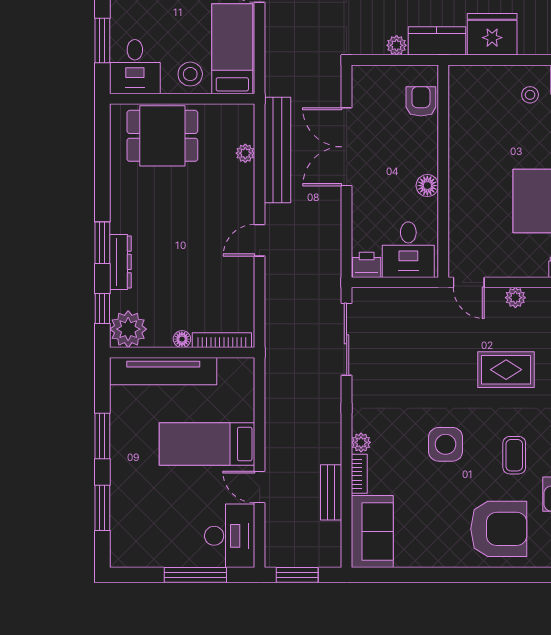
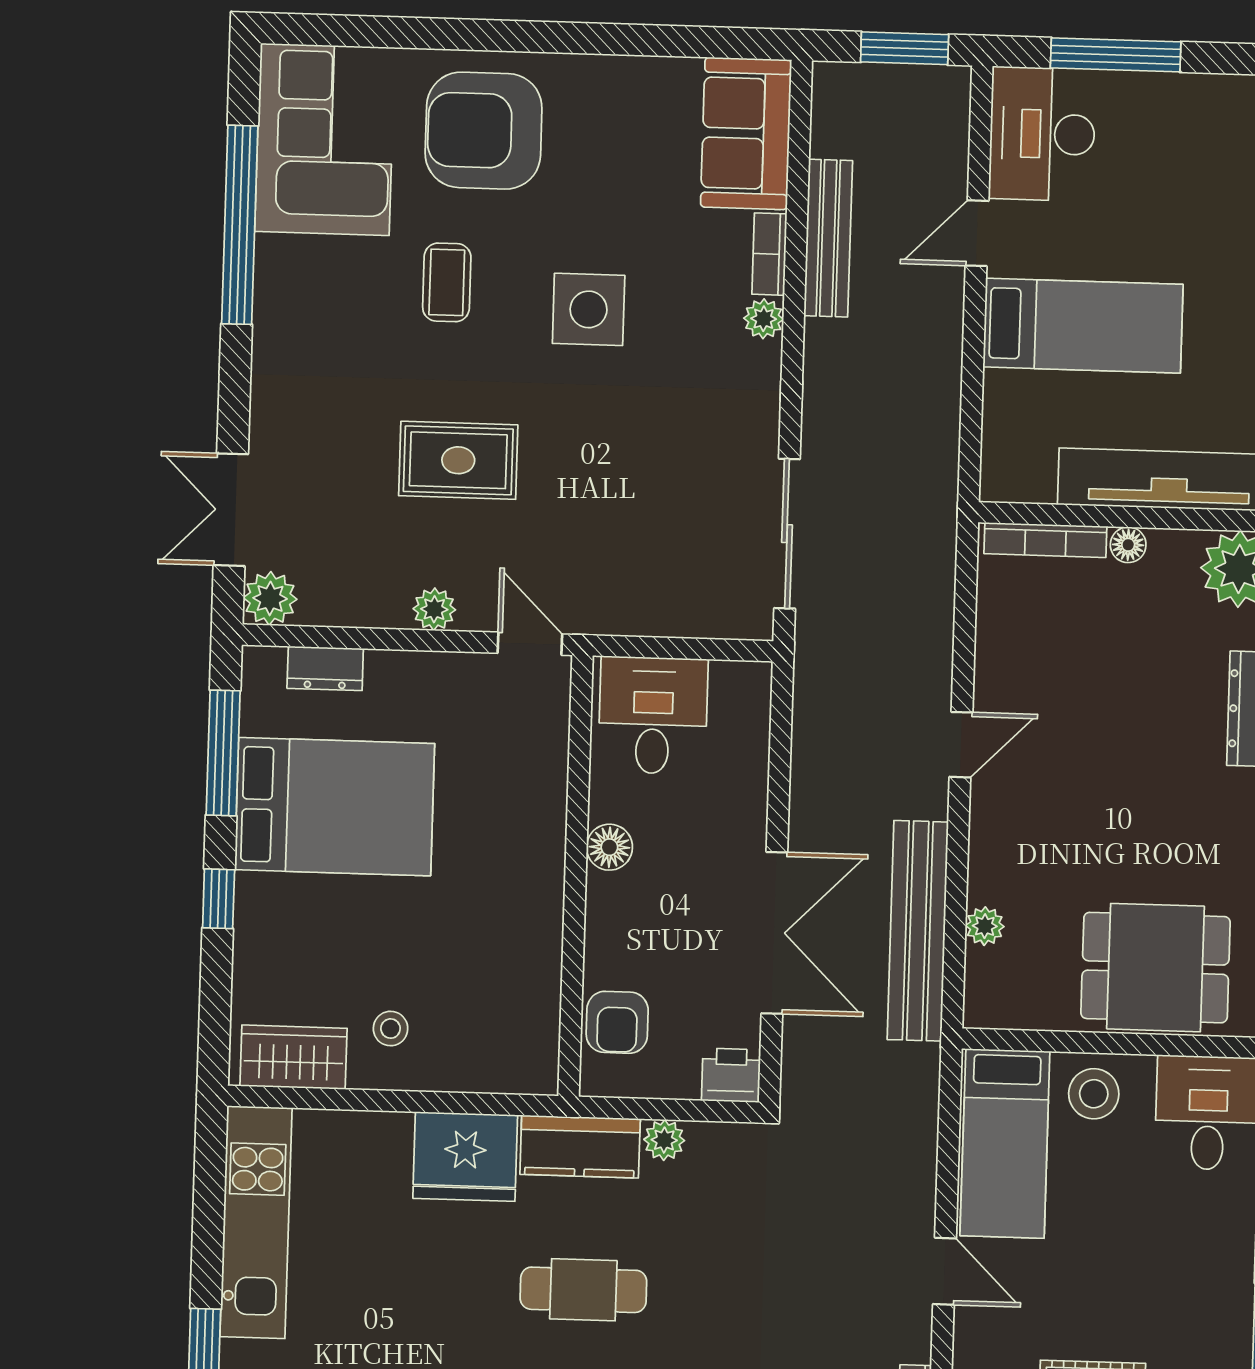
printer: (367, 265) -> (731, 1075), moved, turned 180
door: (260, 487) -> (977, 233), swing flipped
bench: (331, 492) -> (828, 238), width x1.36

